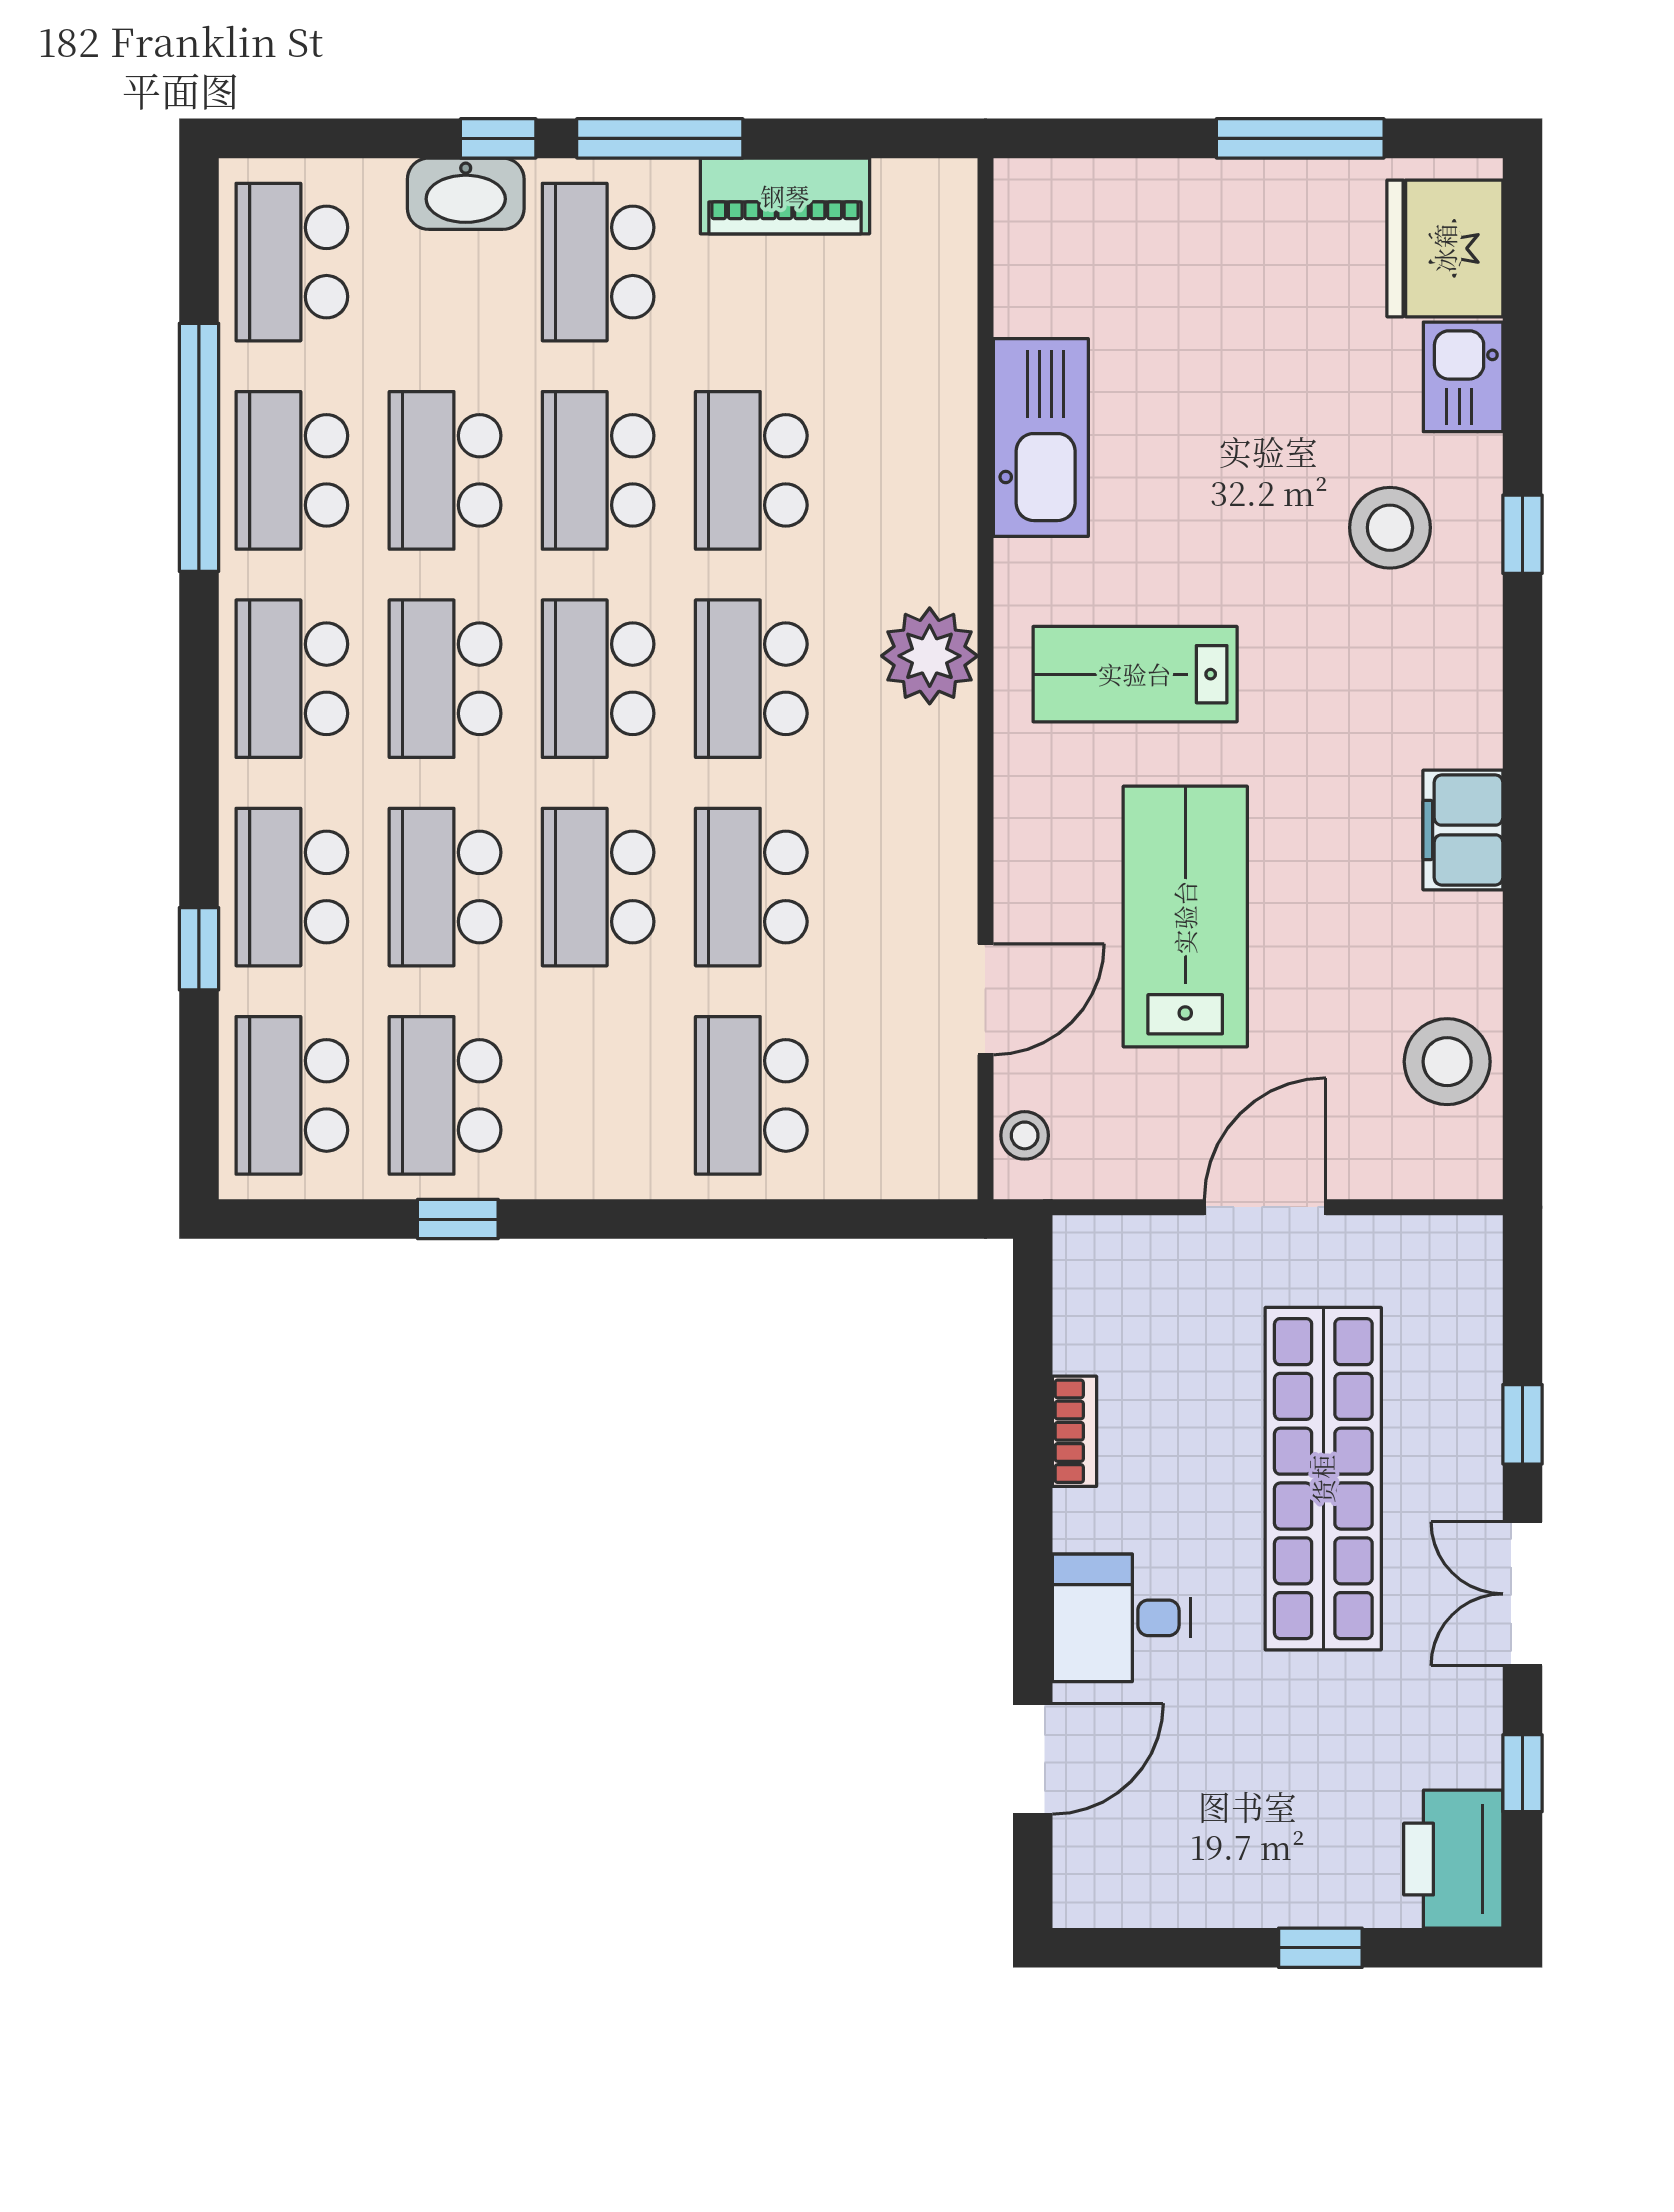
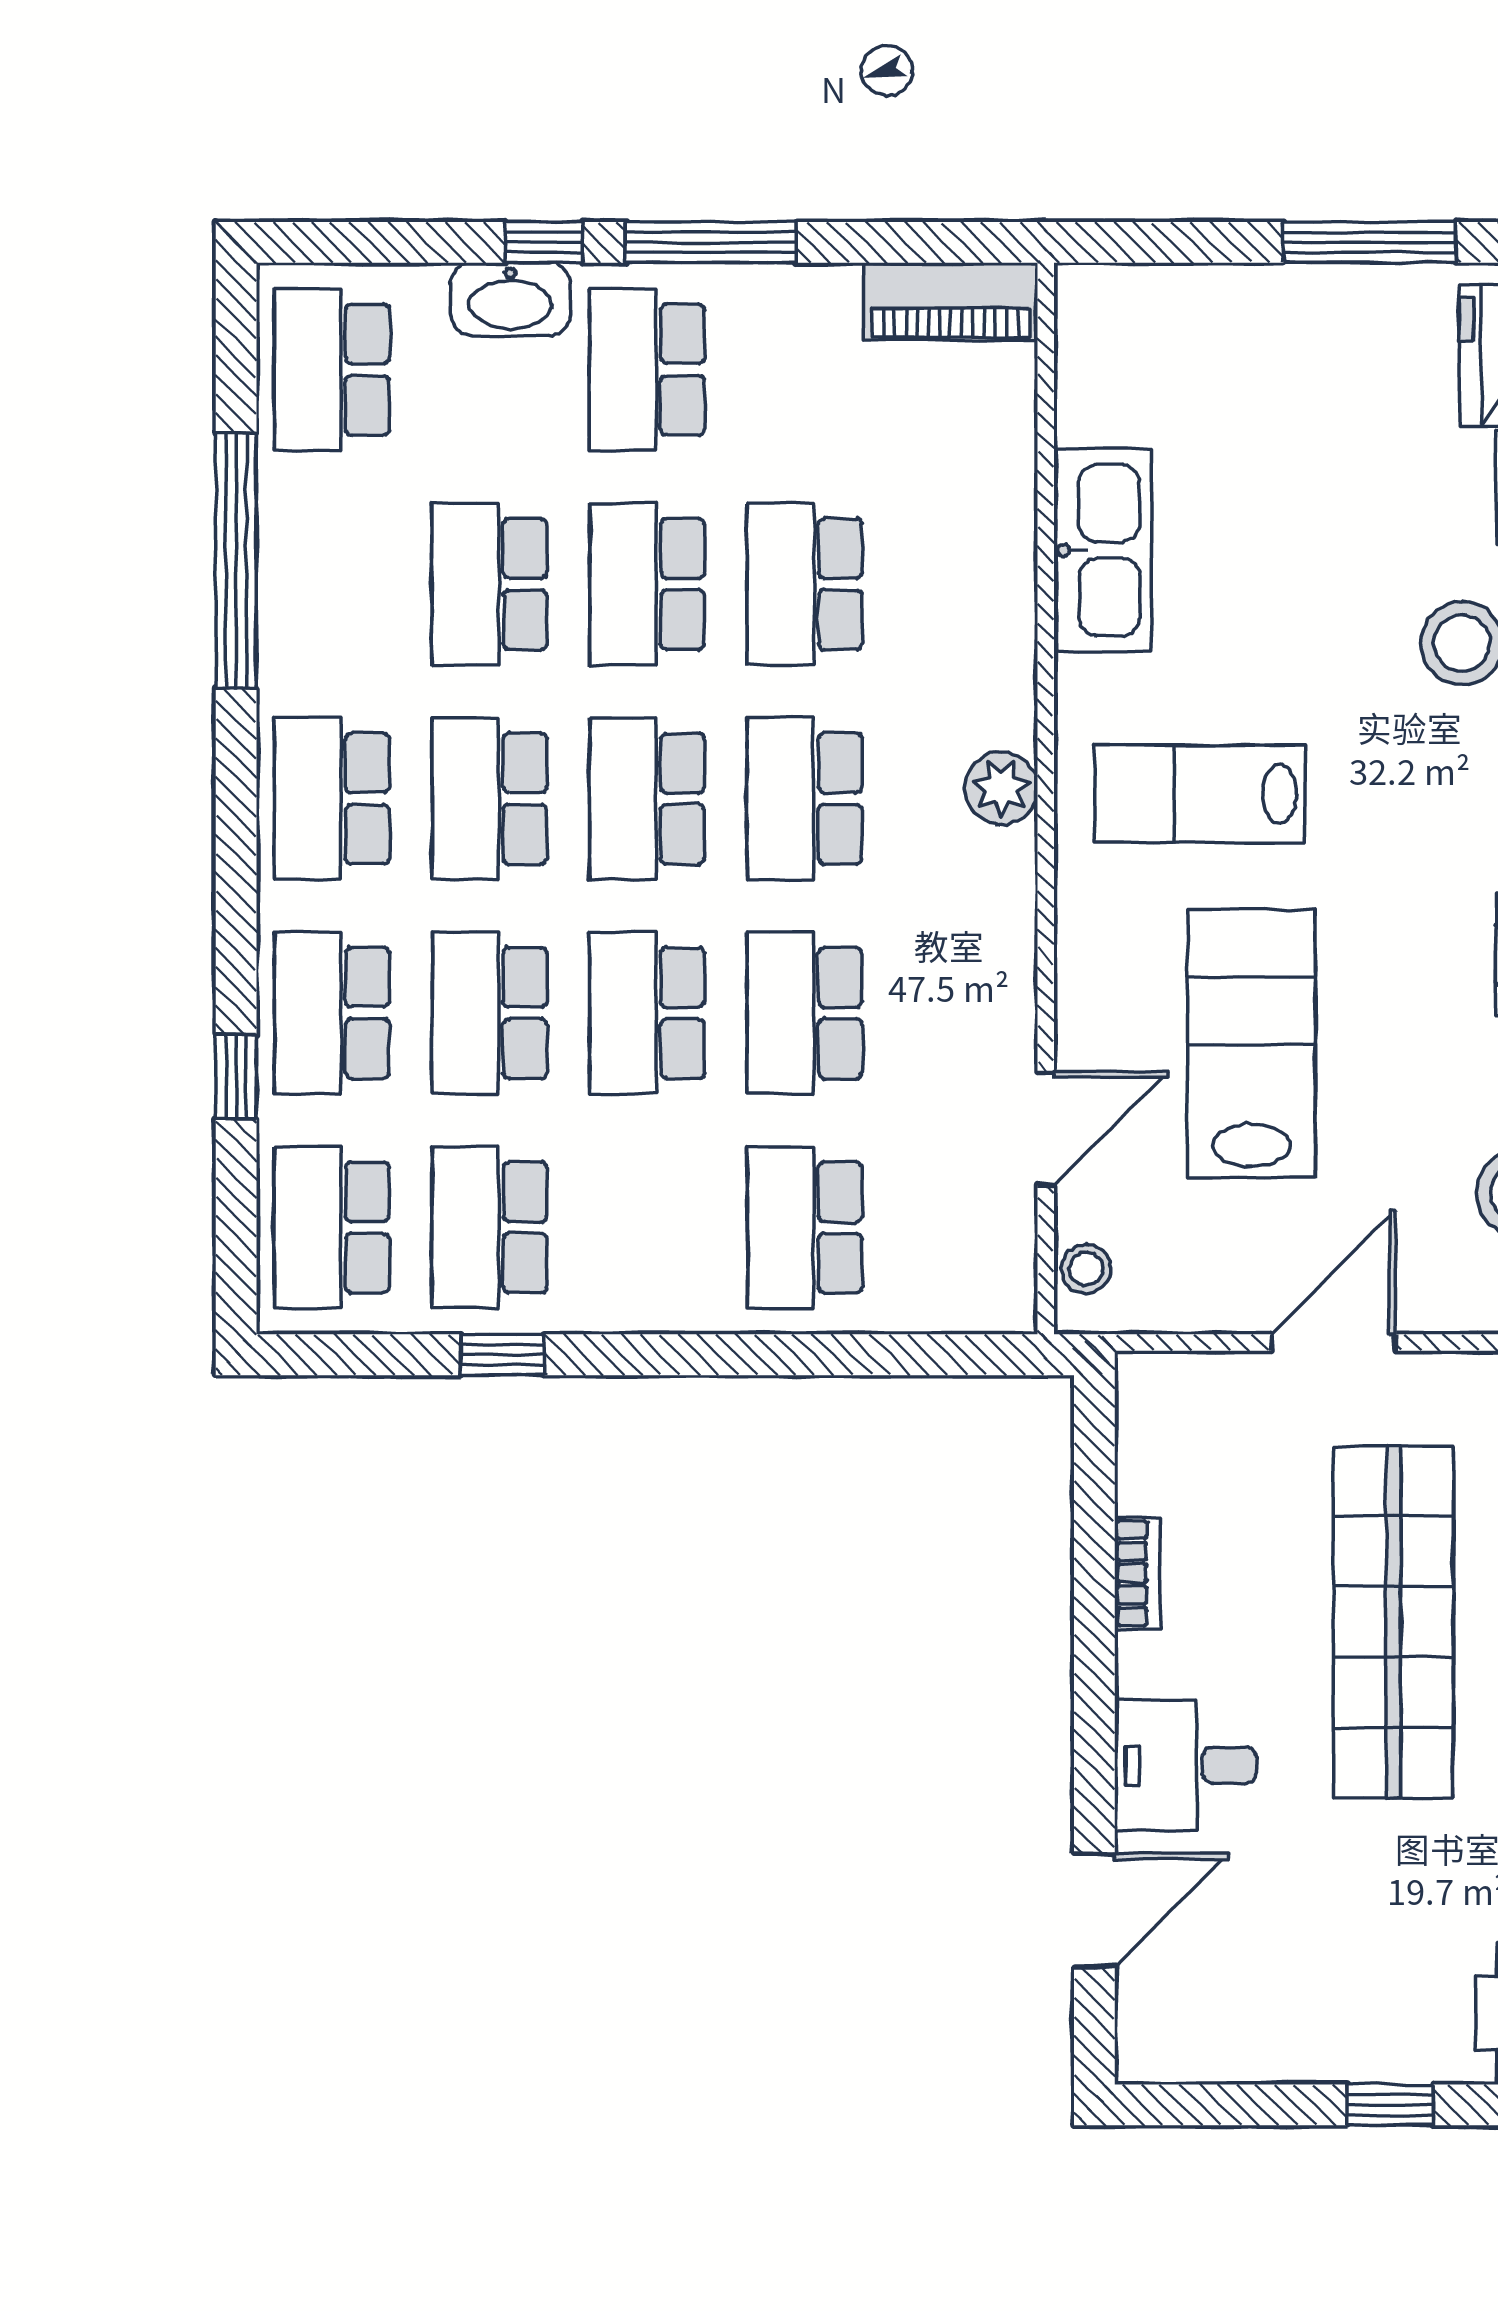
piano: (785, 196) -> (950, 302), moved
school desk: (292, 470) -> (332, 584), removed
plant: (930, 656) -> (1001, 788), width x0.73, depth x0.73

